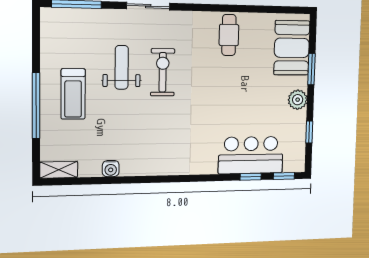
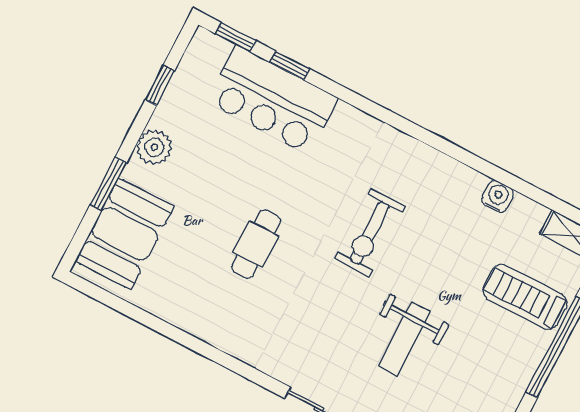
cafe table: (229, 35) -> (256, 244), moved
exercise bike: (163, 72) -> (370, 233), moved
treadmill: (73, 94) -> (525, 297), moved, turned -90

